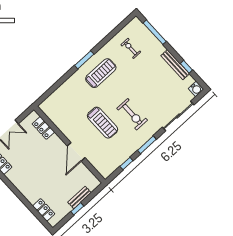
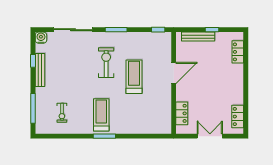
treadmill: (101, 73) -> (101, 115), turned 90
window: (126, 164) -> (158, 30), moved
bench: (80, 197) -> (198, 37), width x1.36

